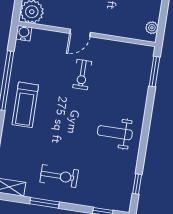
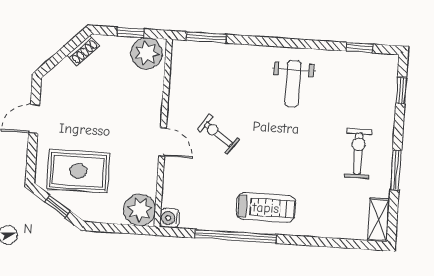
window: (163, 16) -> (131, 32), added
plant: (152, 28) -> (147, 53), width x1.88, depth x1.88
exercise bike: (82, 74) -> (218, 134), turned -144

